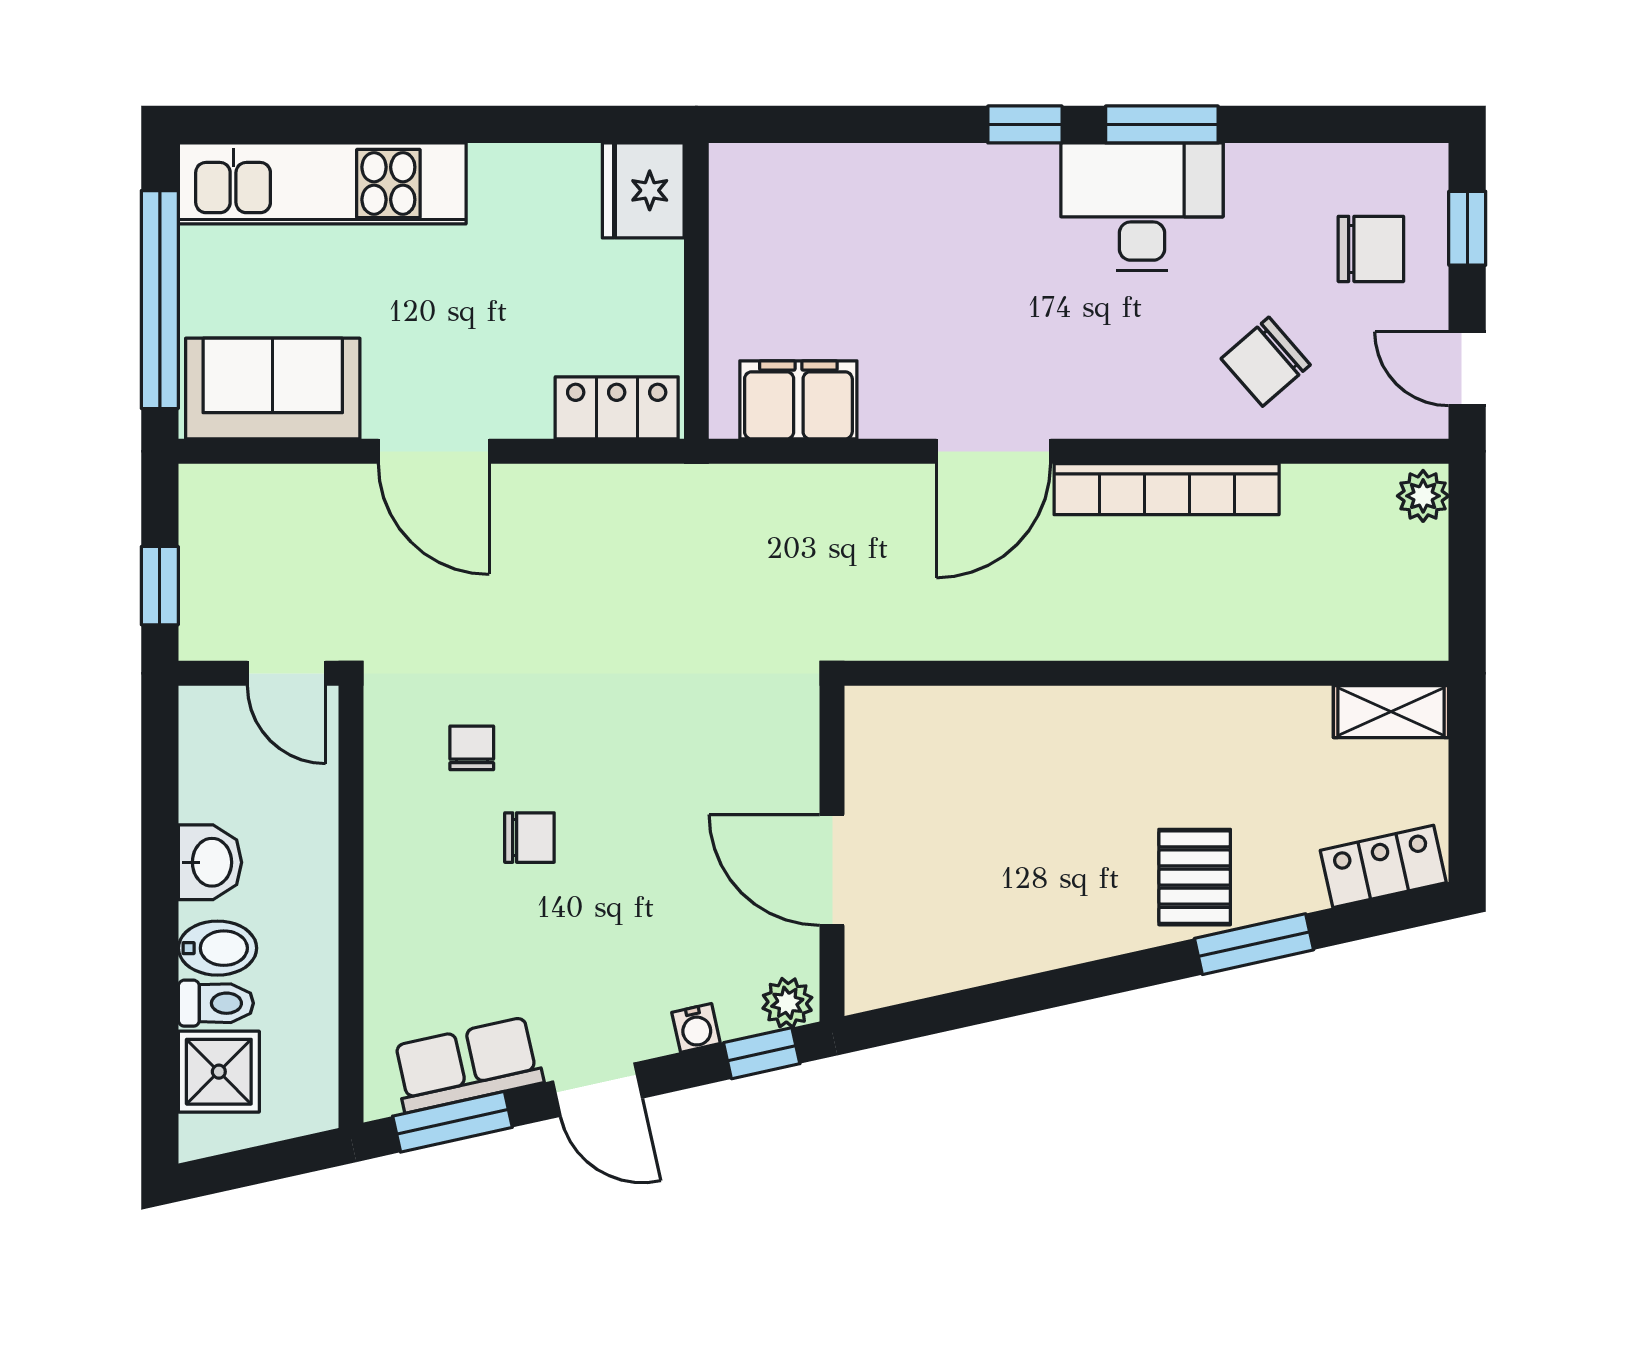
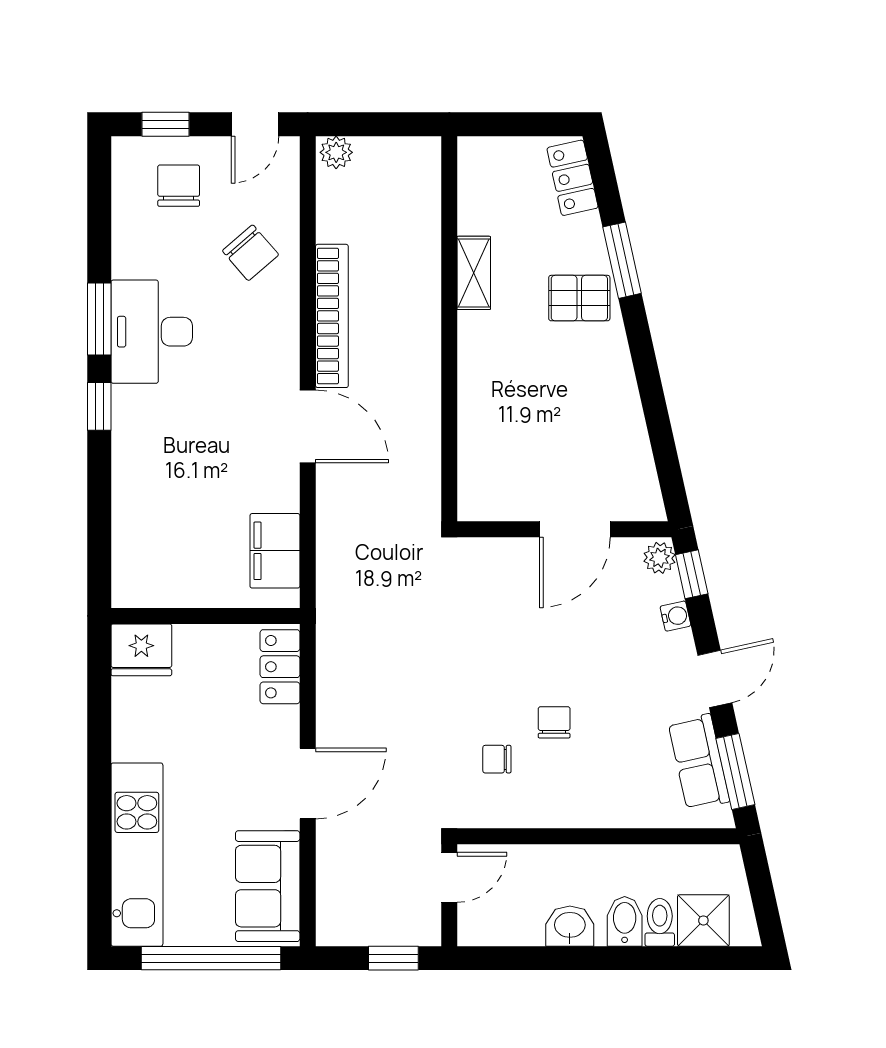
shelving: (1391, 712) -> (474, 273), moved

